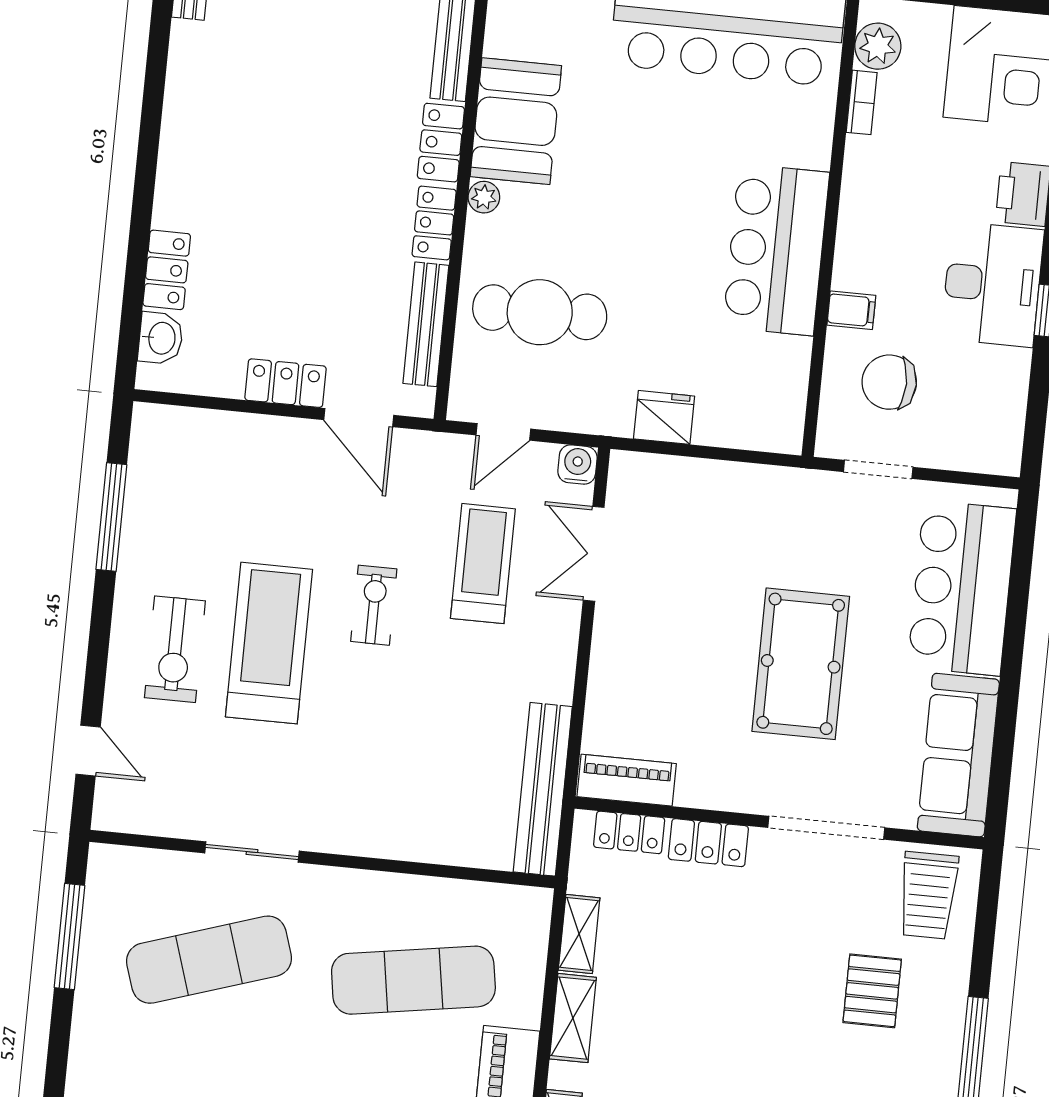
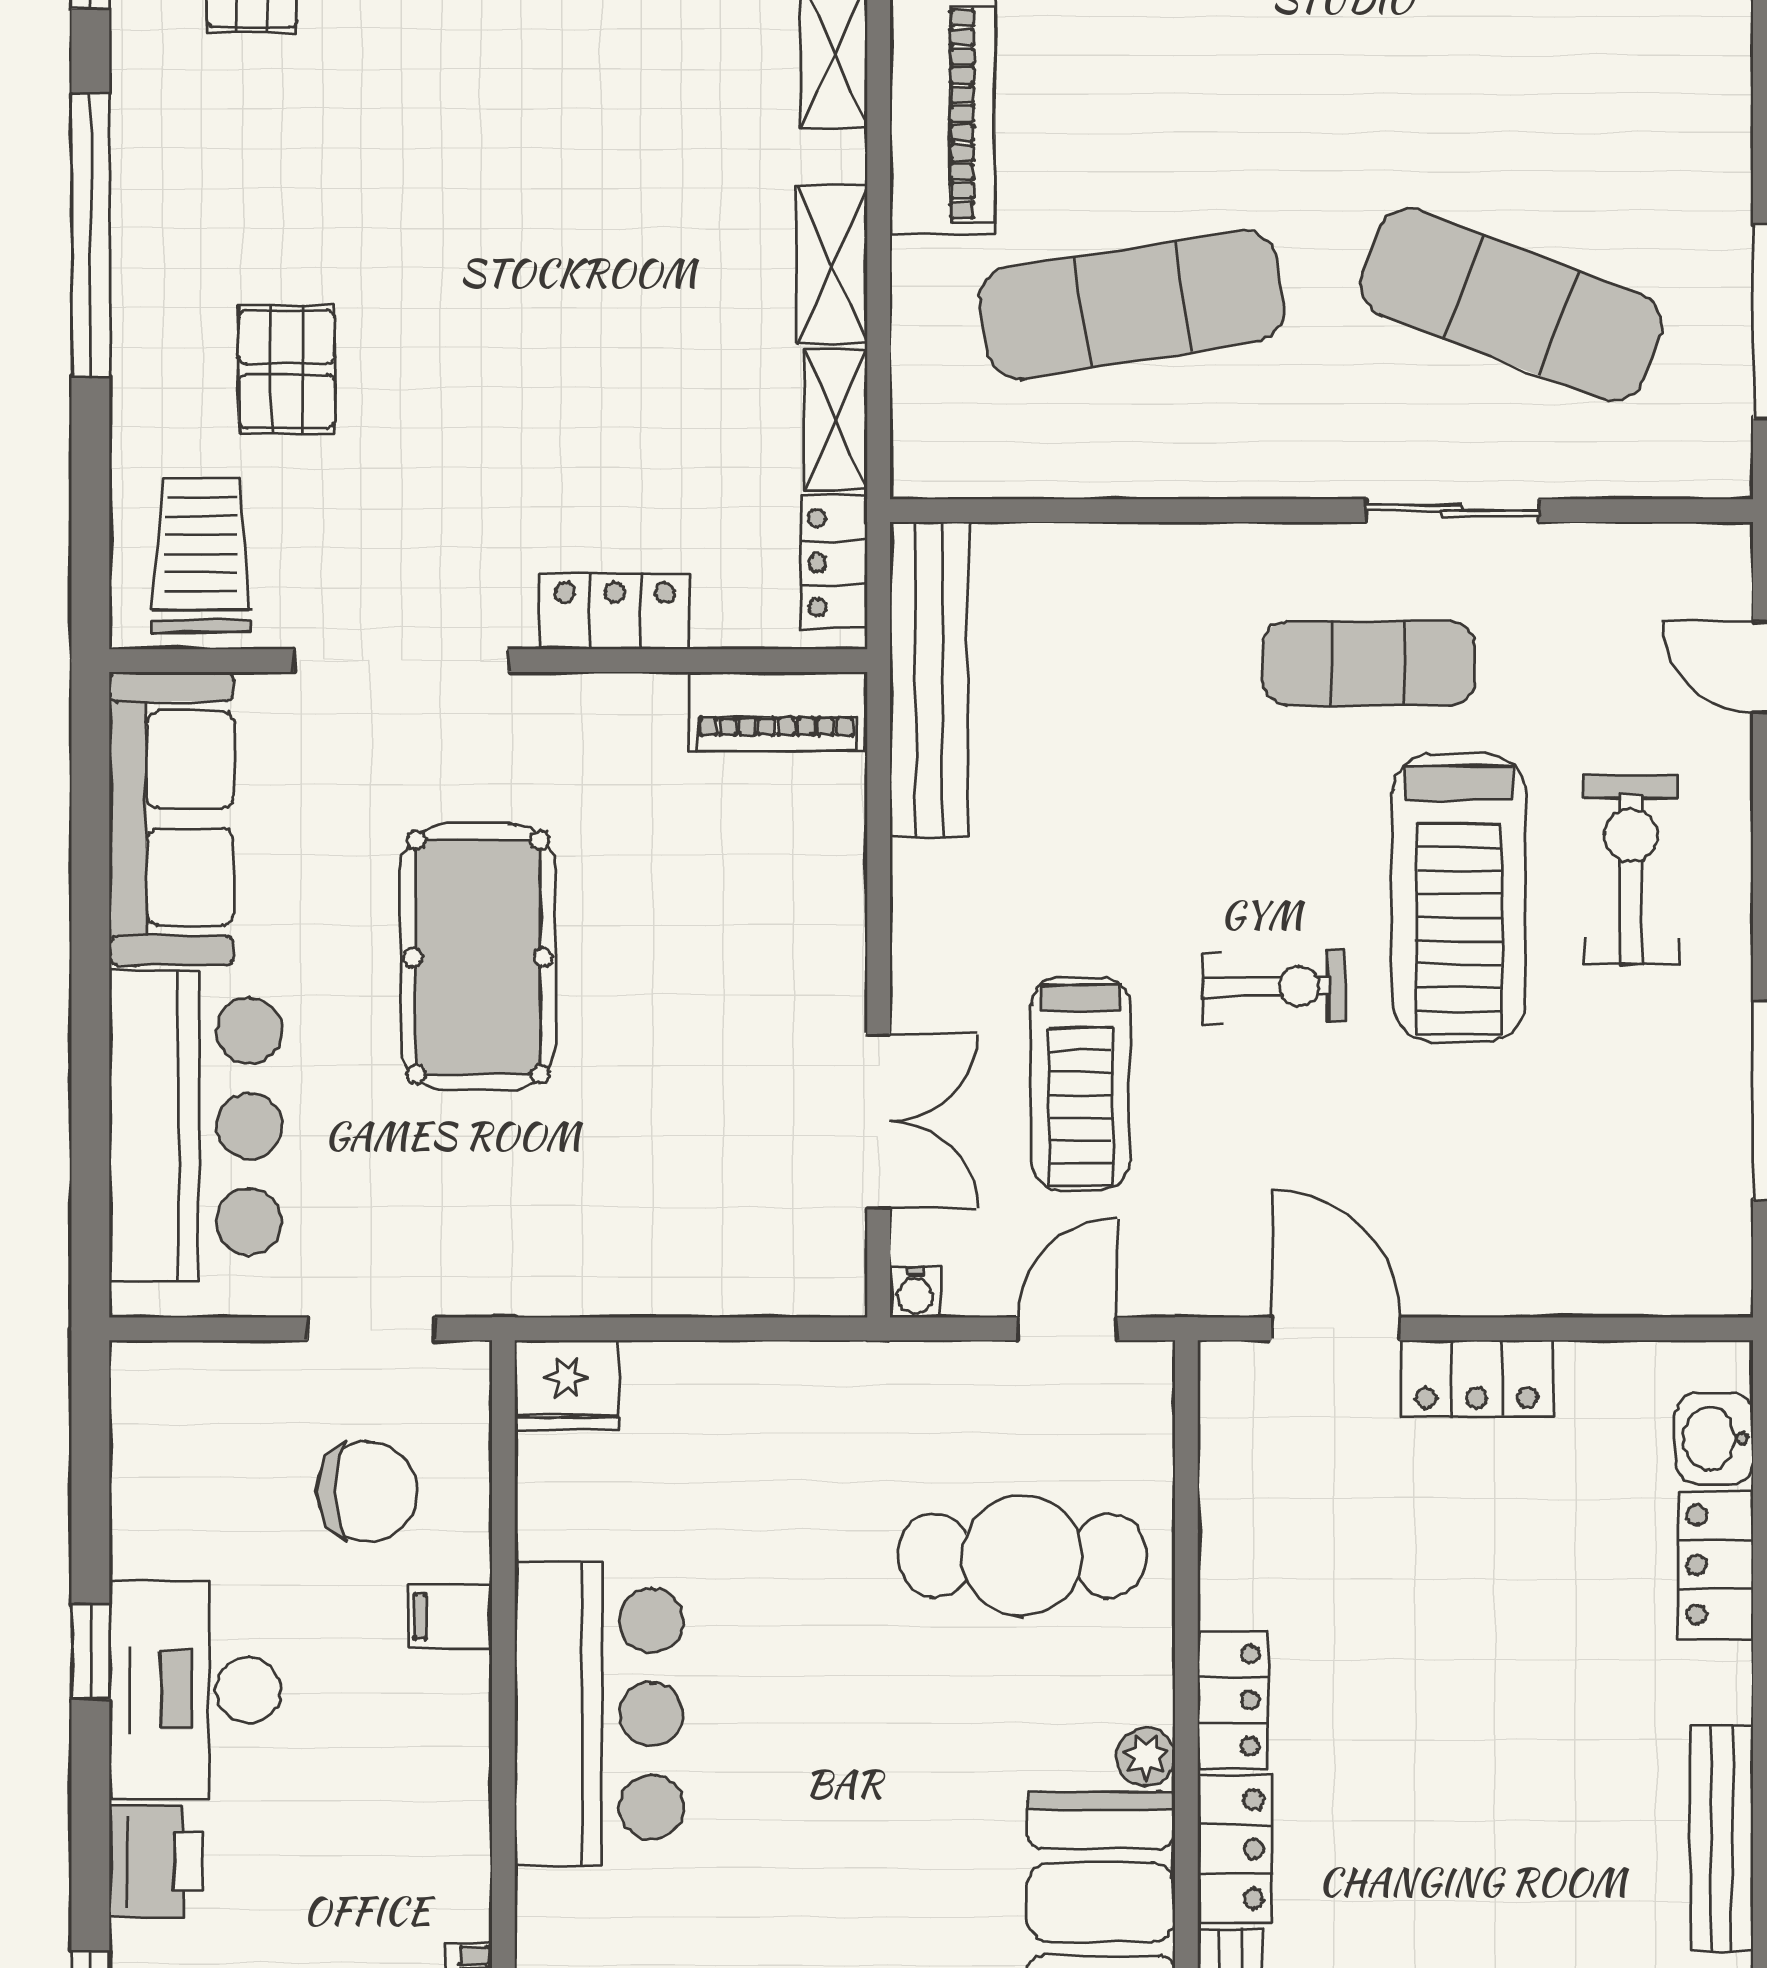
bench: (426, 324) -> (1722, 1838), moved
fridge: (664, 417) -> (567, 1385), moved
water cooler: (577, 465) -> (915, 1292), width x0.72, depth x0.72
exercise bike: (374, 605) -> (1273, 987), turned -91
exercise mat: (305, 774) -> (1368, 664), added
locker: (629, 832) -> (834, 563), moved, turned -90
exercise mat: (209, 960) -> (1511, 305), turned 39

